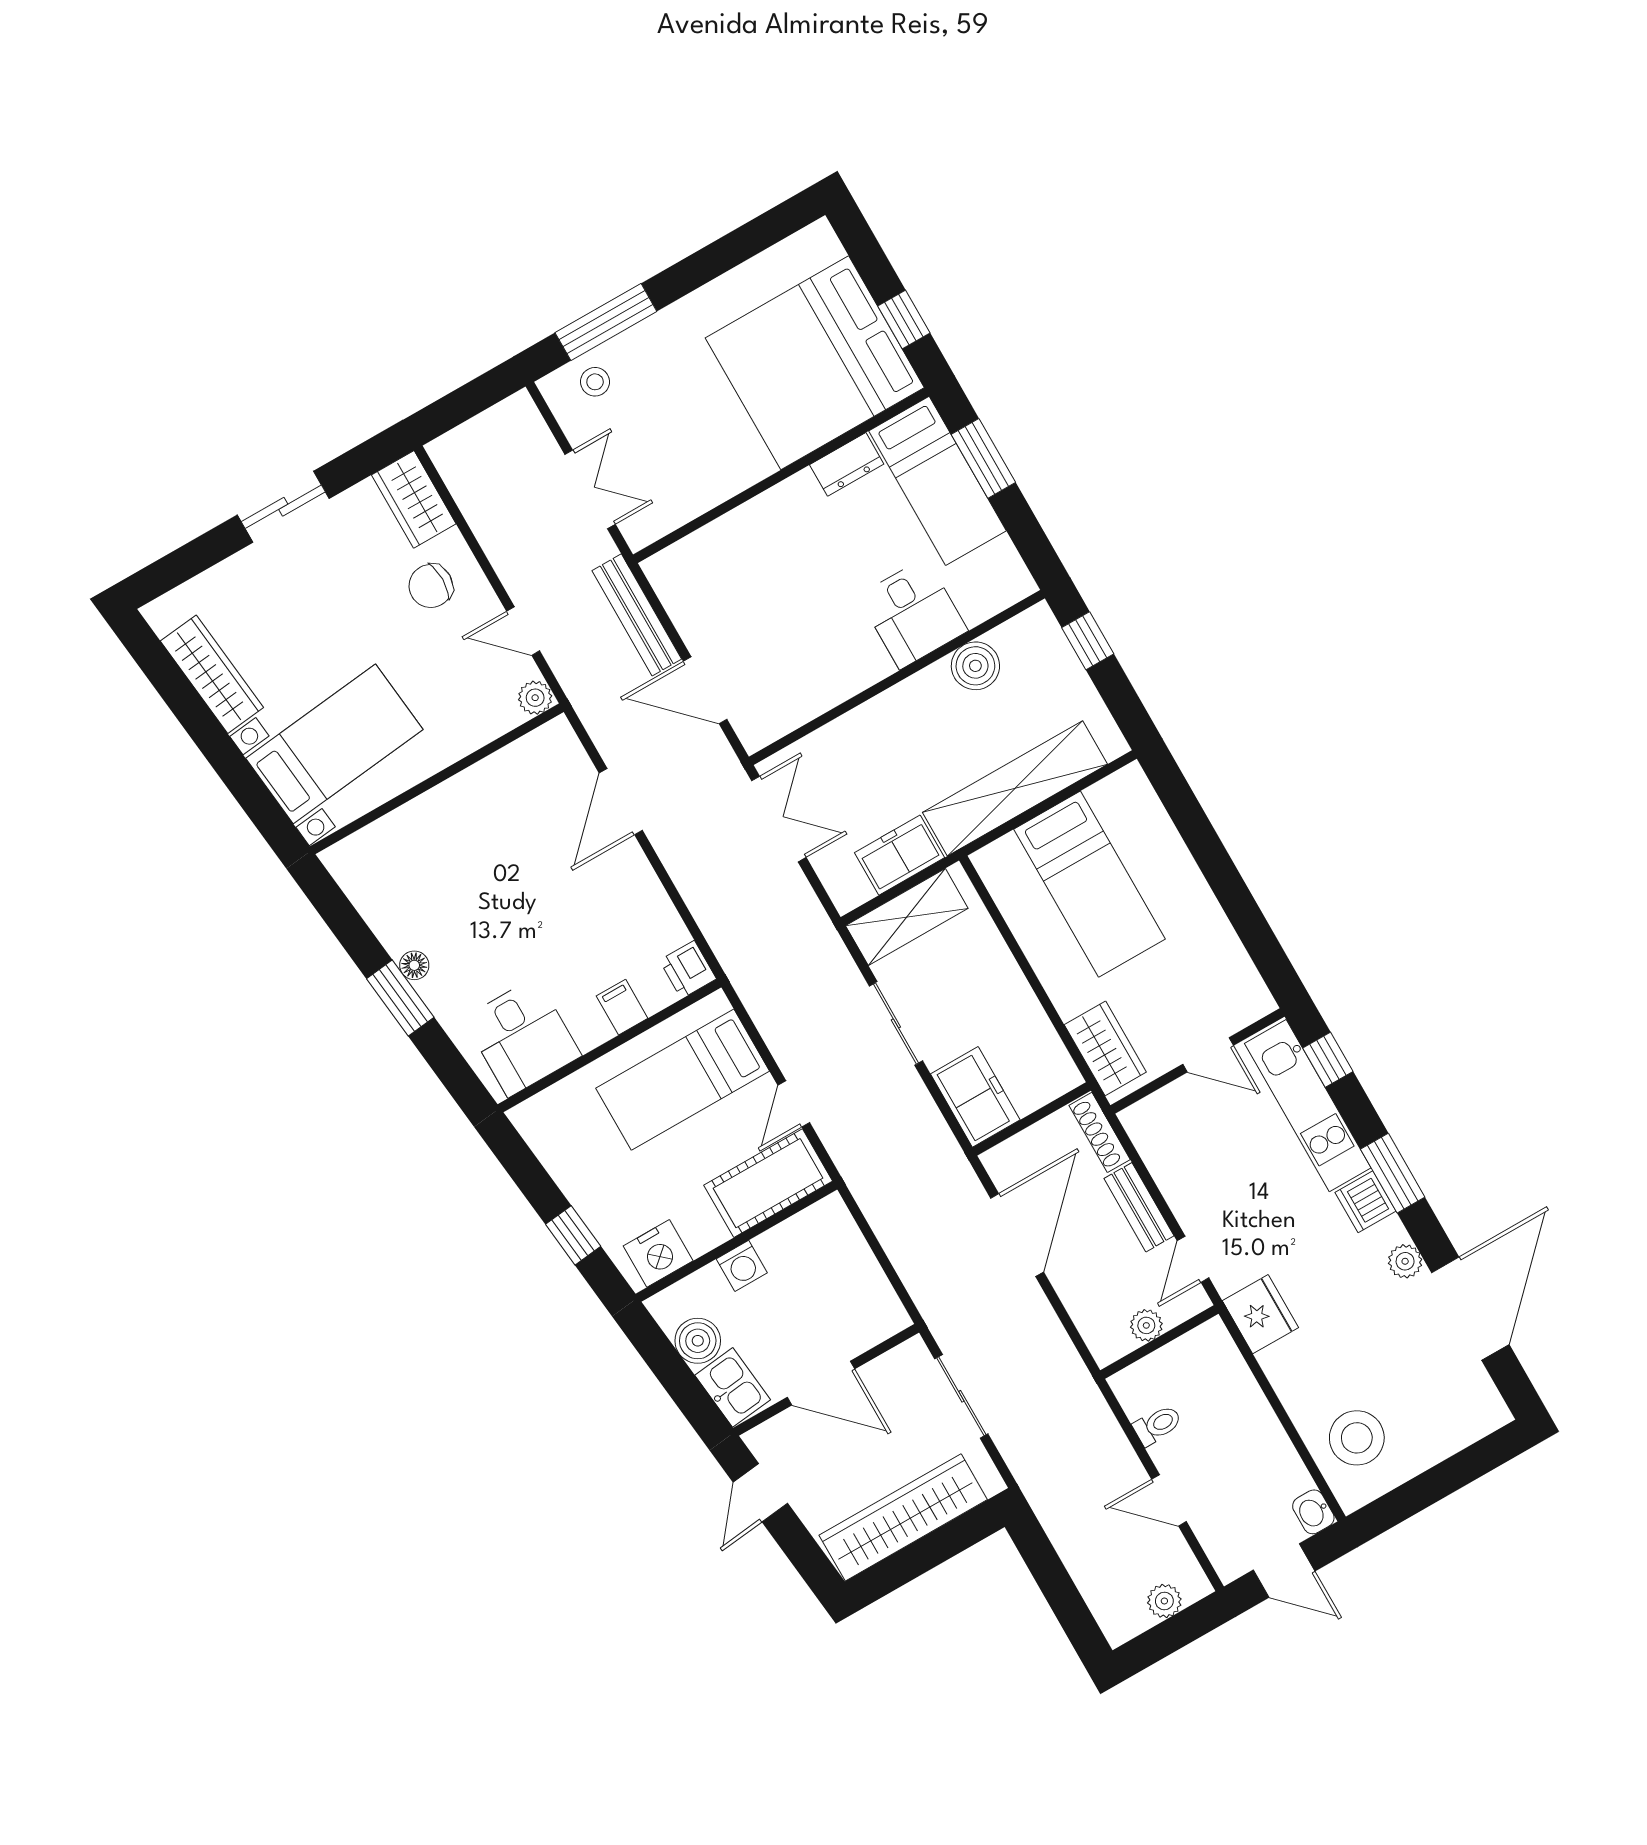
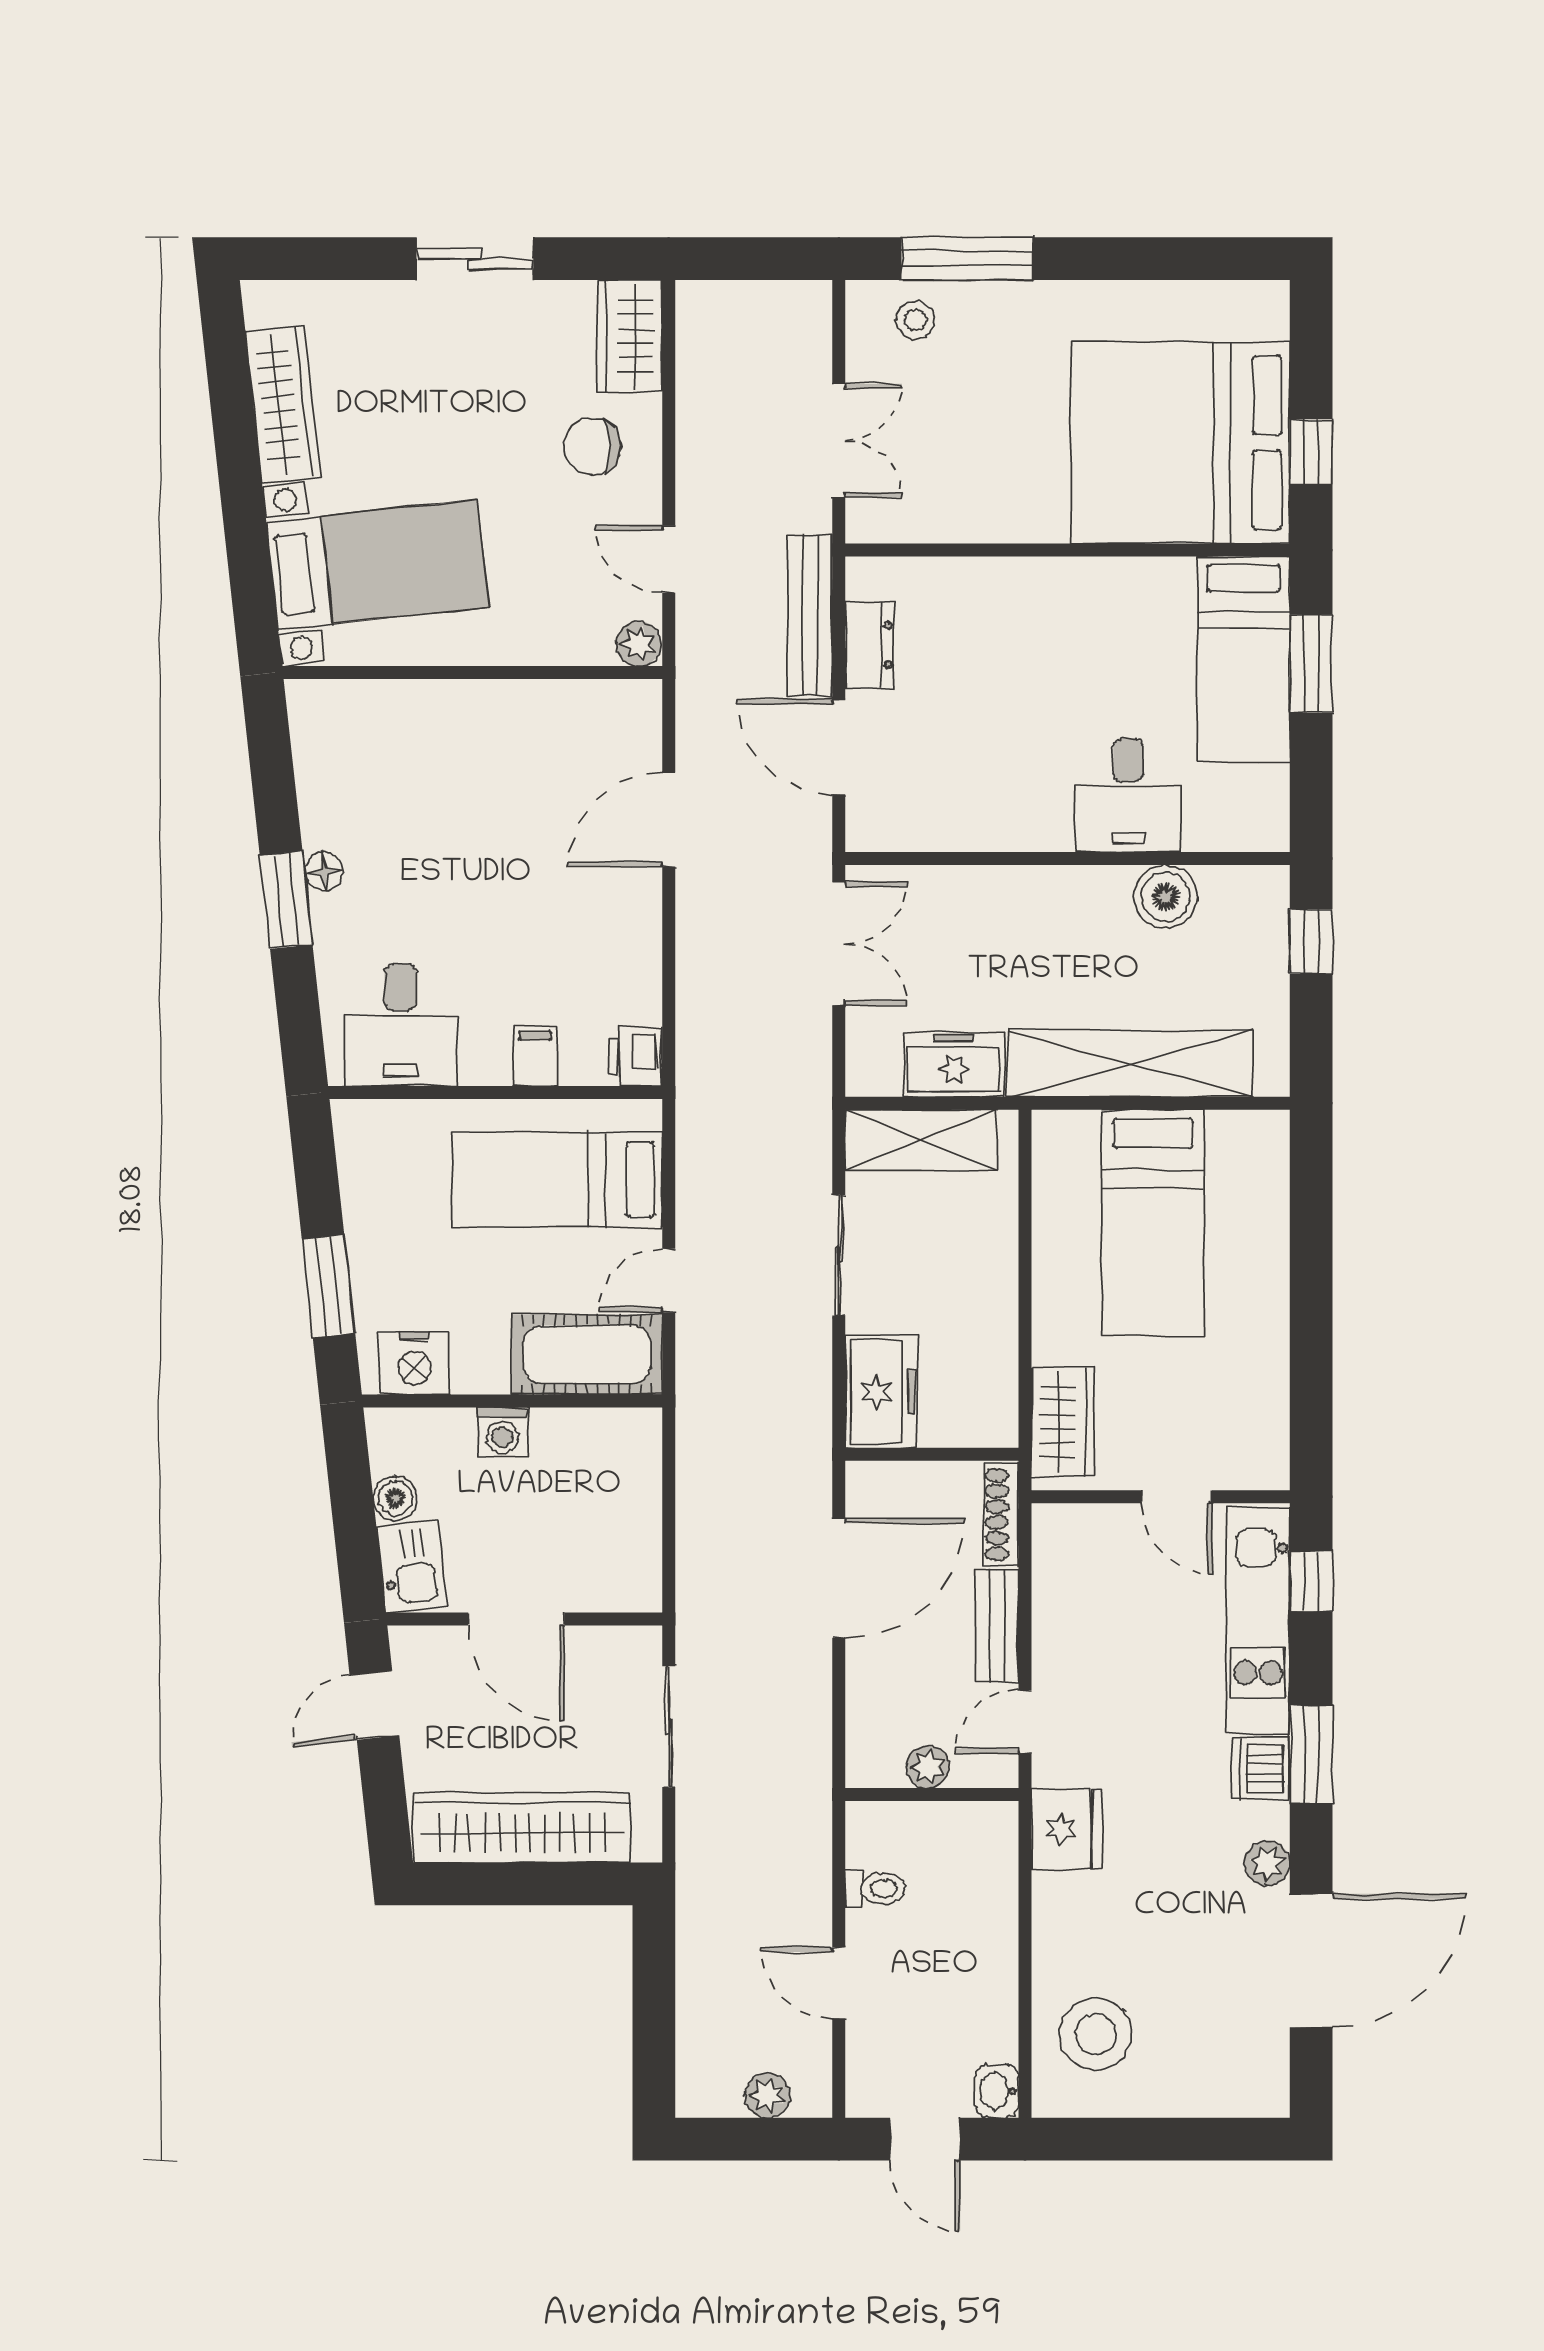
dresser: (847, 464) -> (869, 645), moved, turned -90
window: (573, 1235) -> (329, 1286), width x1.50
boiler: (698, 1341) -> (395, 1498), width x0.73, depth x0.73

